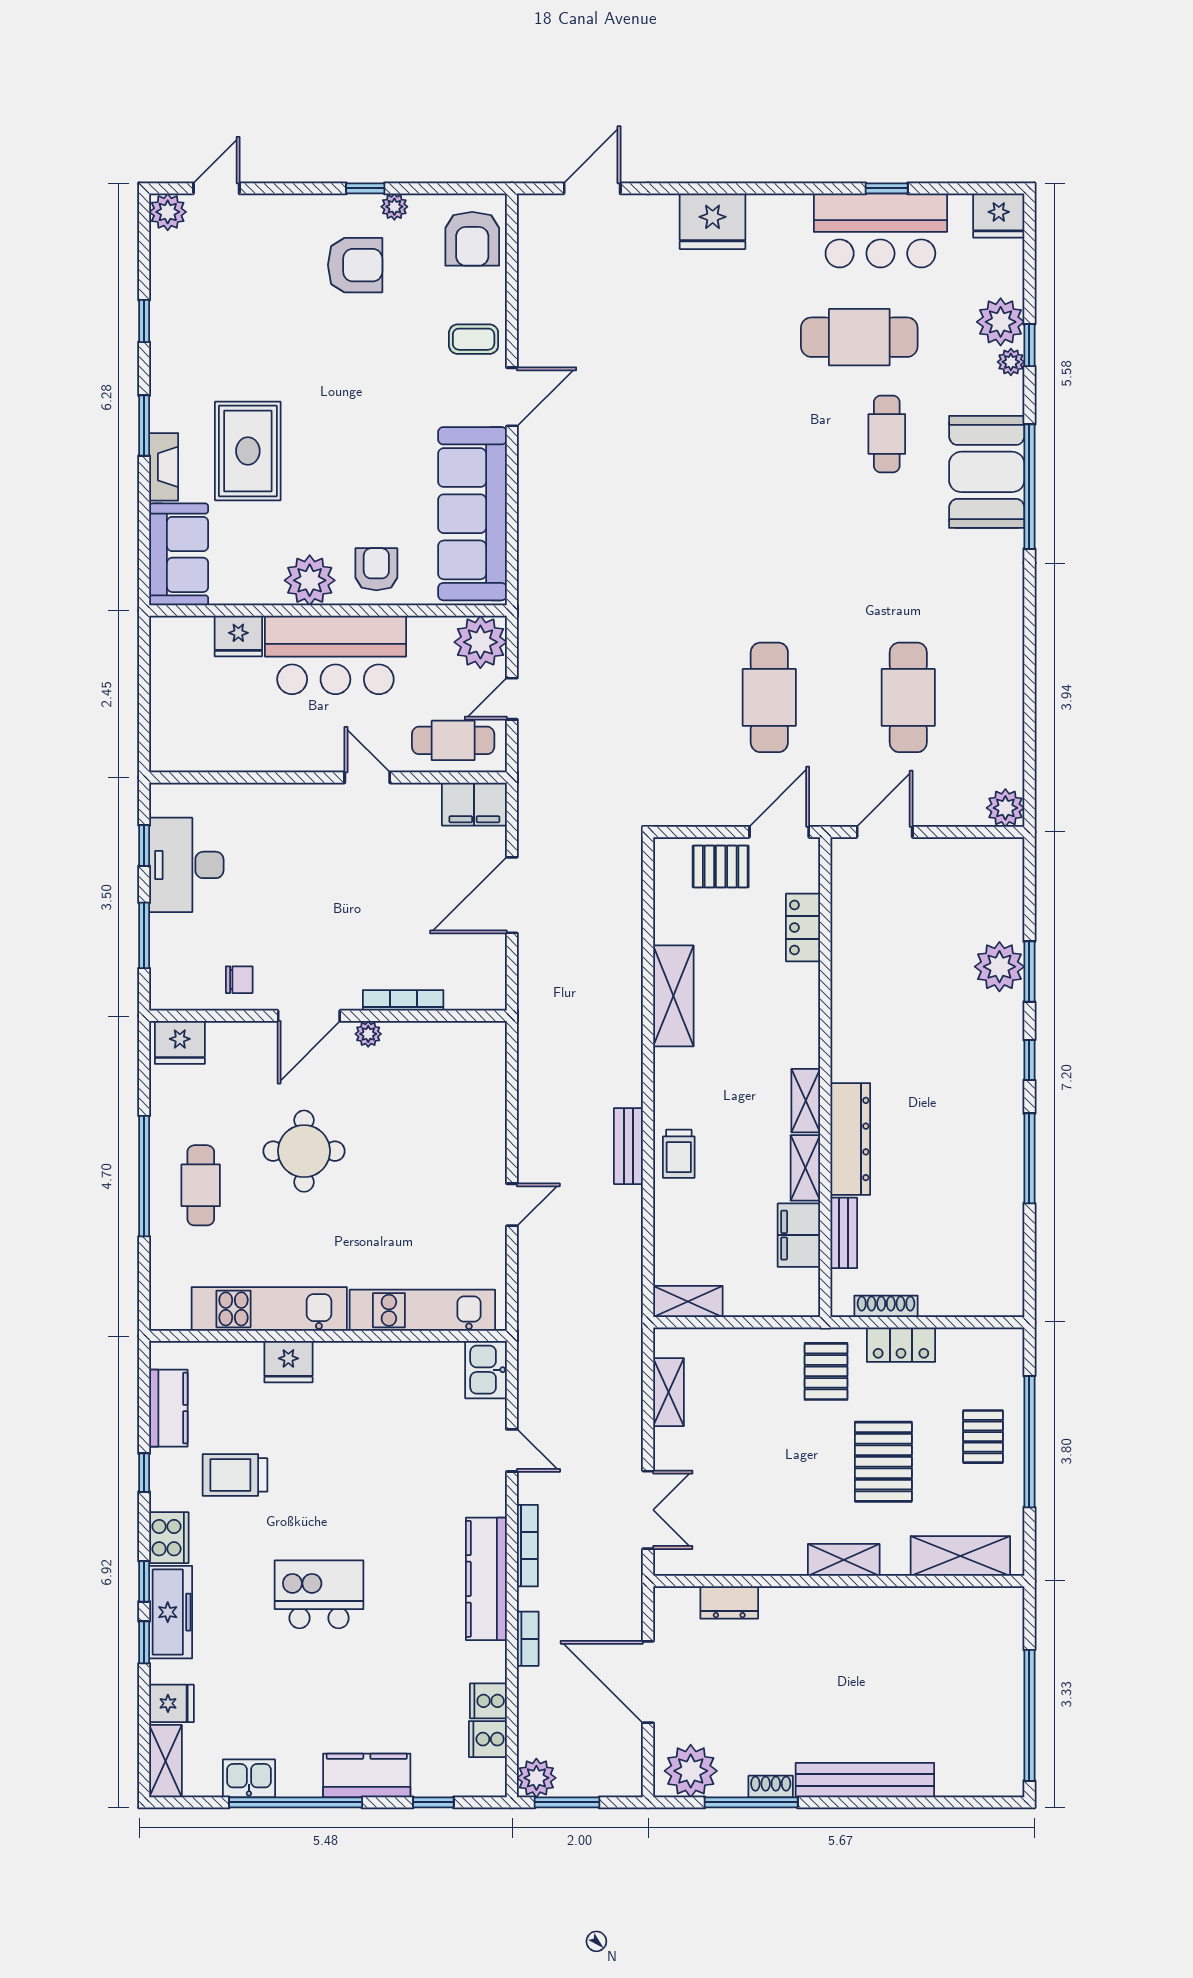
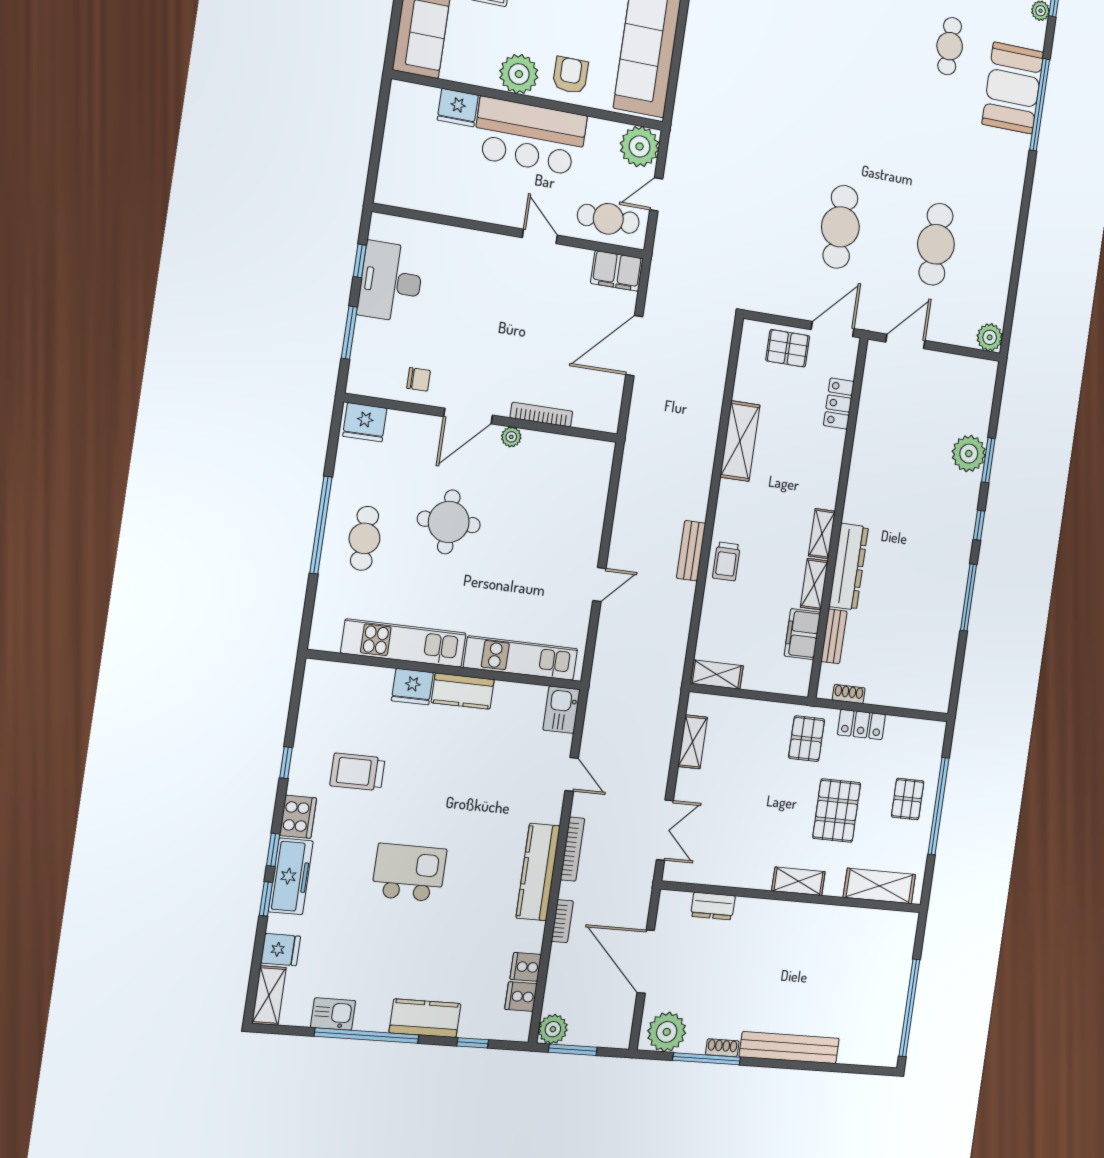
shoe rack: (886, 1306) -> (849, 694), width x0.70
kitchen counter: (168, 1408) -> (463, 691), moved, turned 90

